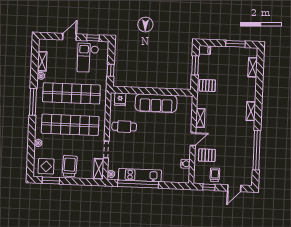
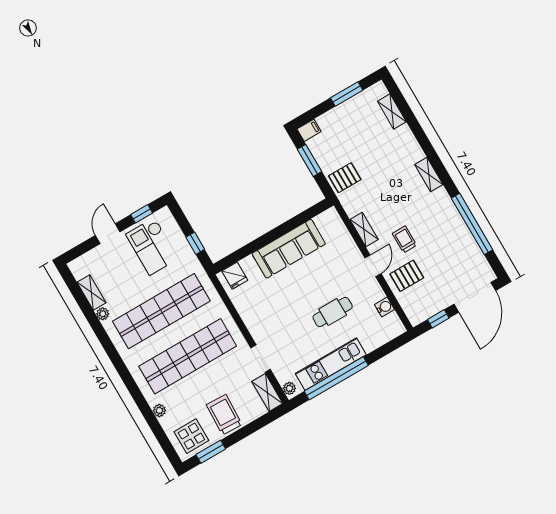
window: (33, 102) -> (115, 357), removed
cafe table: (124, 127) -> (333, 312), moved
trolley: (215, 175) -> (404, 239), moved
door: (234, 188) -> (475, 297), width x1.88

